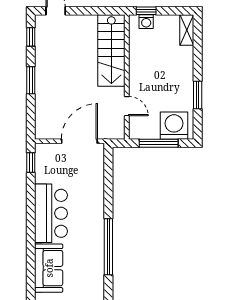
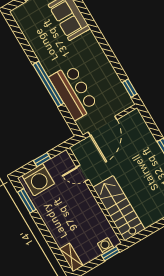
window: (198, 95) -> (27, 201), moved
window: (159, 143) -> (42, 160), width x0.46
bar counter: (51, 213) -> (73, 92), moved, turned 180
window: (108, 247) -> (48, 84), moved

